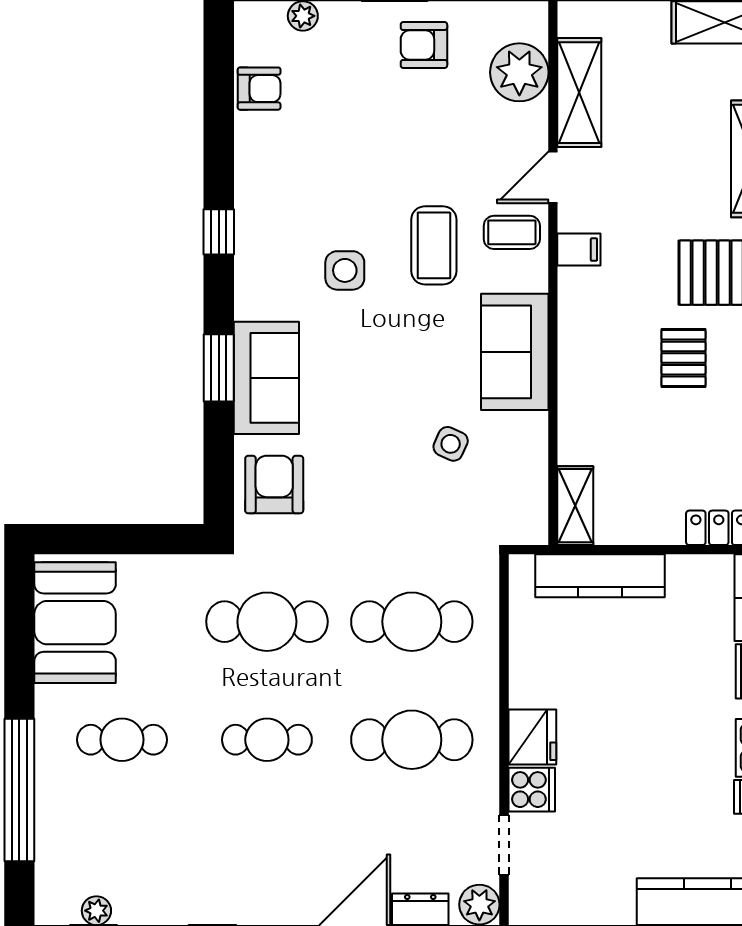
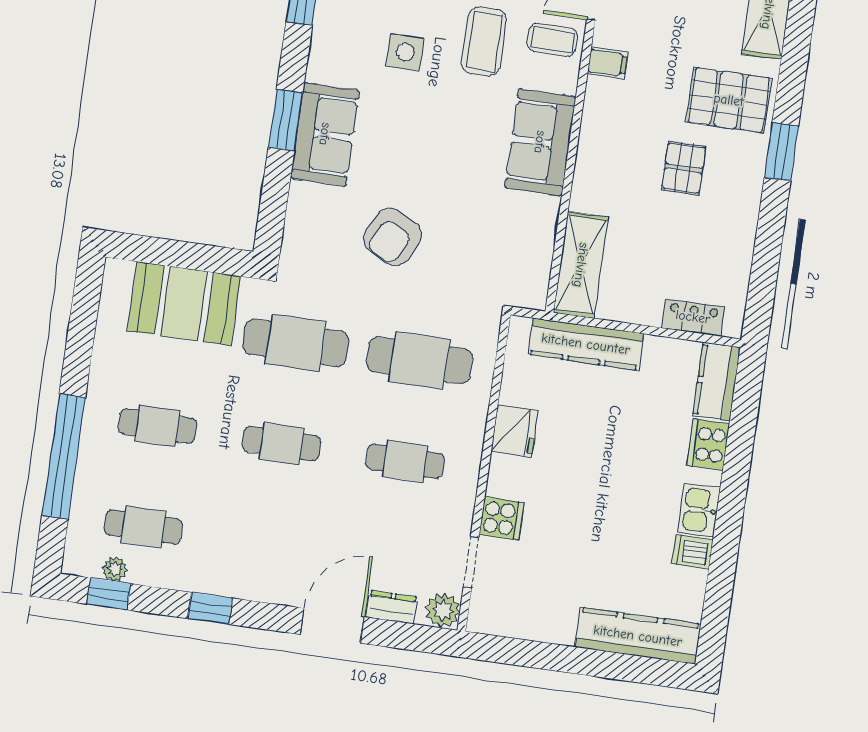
side table: (451, 444) -> (474, 213), removed
armchair: (274, 485) -> (393, 237), moved, turned -152
shelving: (575, 506) -> (581, 265), width x1.50, depth x1.33
booth: (75, 623) -> (184, 303), moved, turned 90
fridge: (532, 737) -> (514, 431), moved
cafe table: (412, 740) -> (405, 461), width x0.73, depth x0.74
cafe table: (122, 858) -> (143, 527), added

